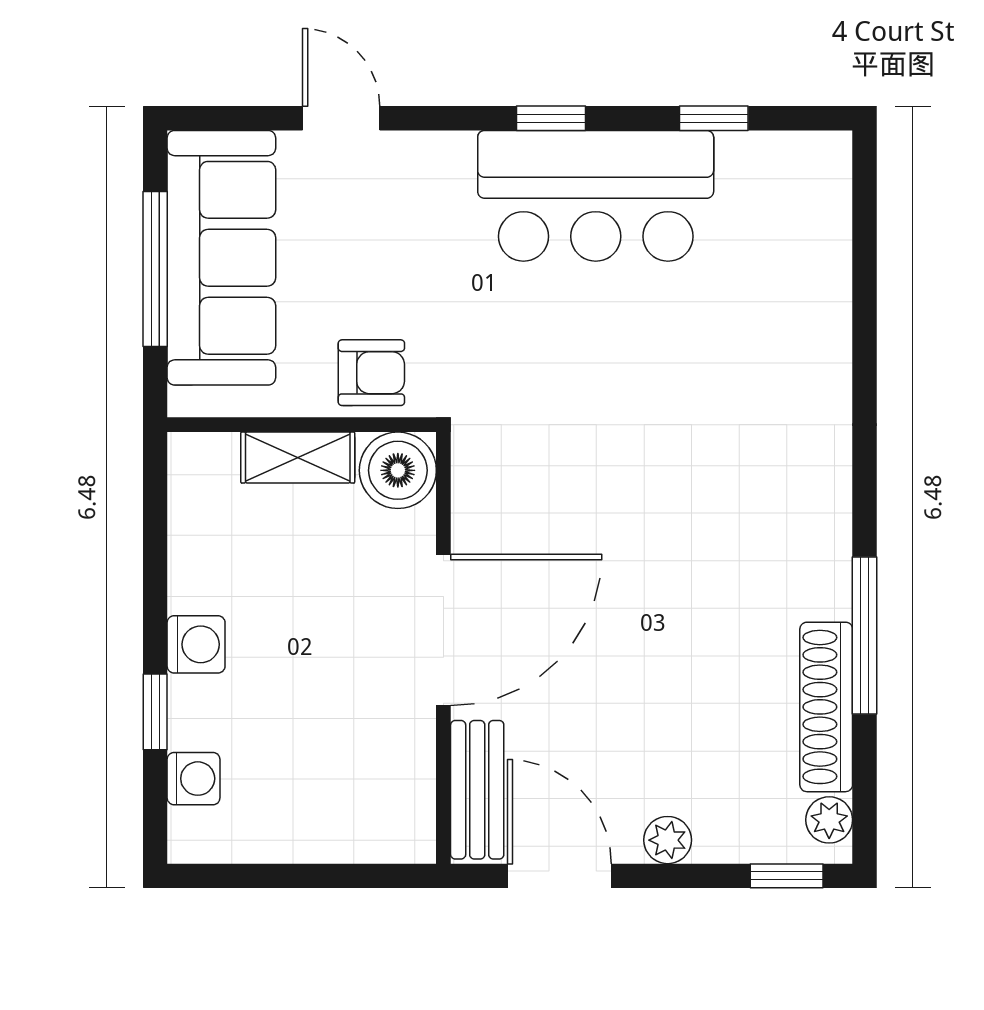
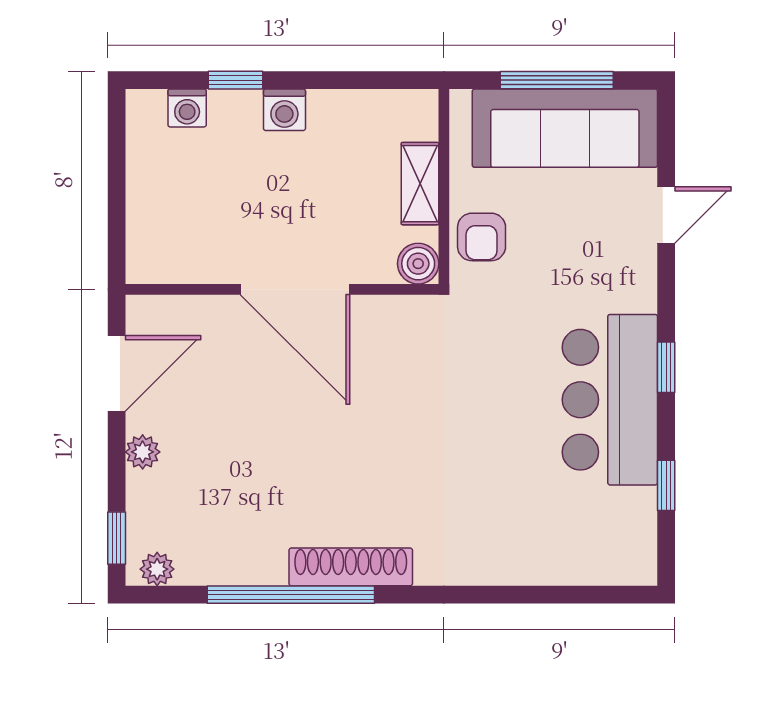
boiler: (398, 470) -> (418, 264), width x0.73, depth x0.73
window: (864, 635) -> (291, 595), width x1.46
shoe rack: (826, 707) -> (351, 567), moved
bench: (477, 790) -> (179, 314), removed

